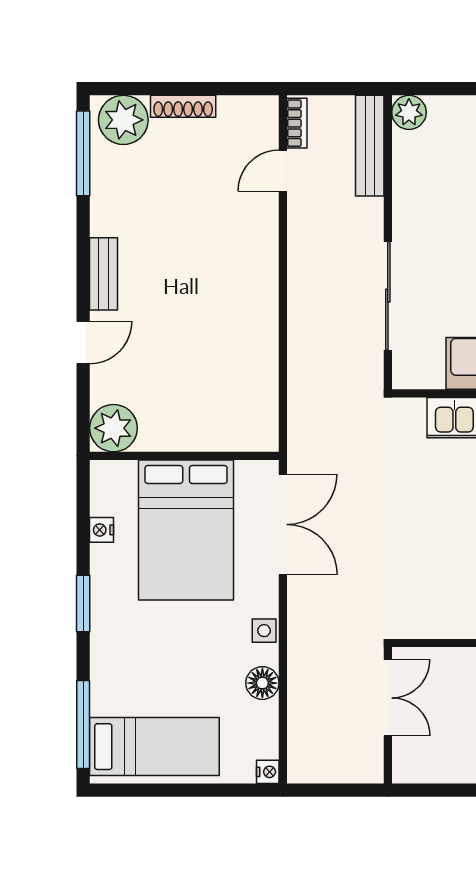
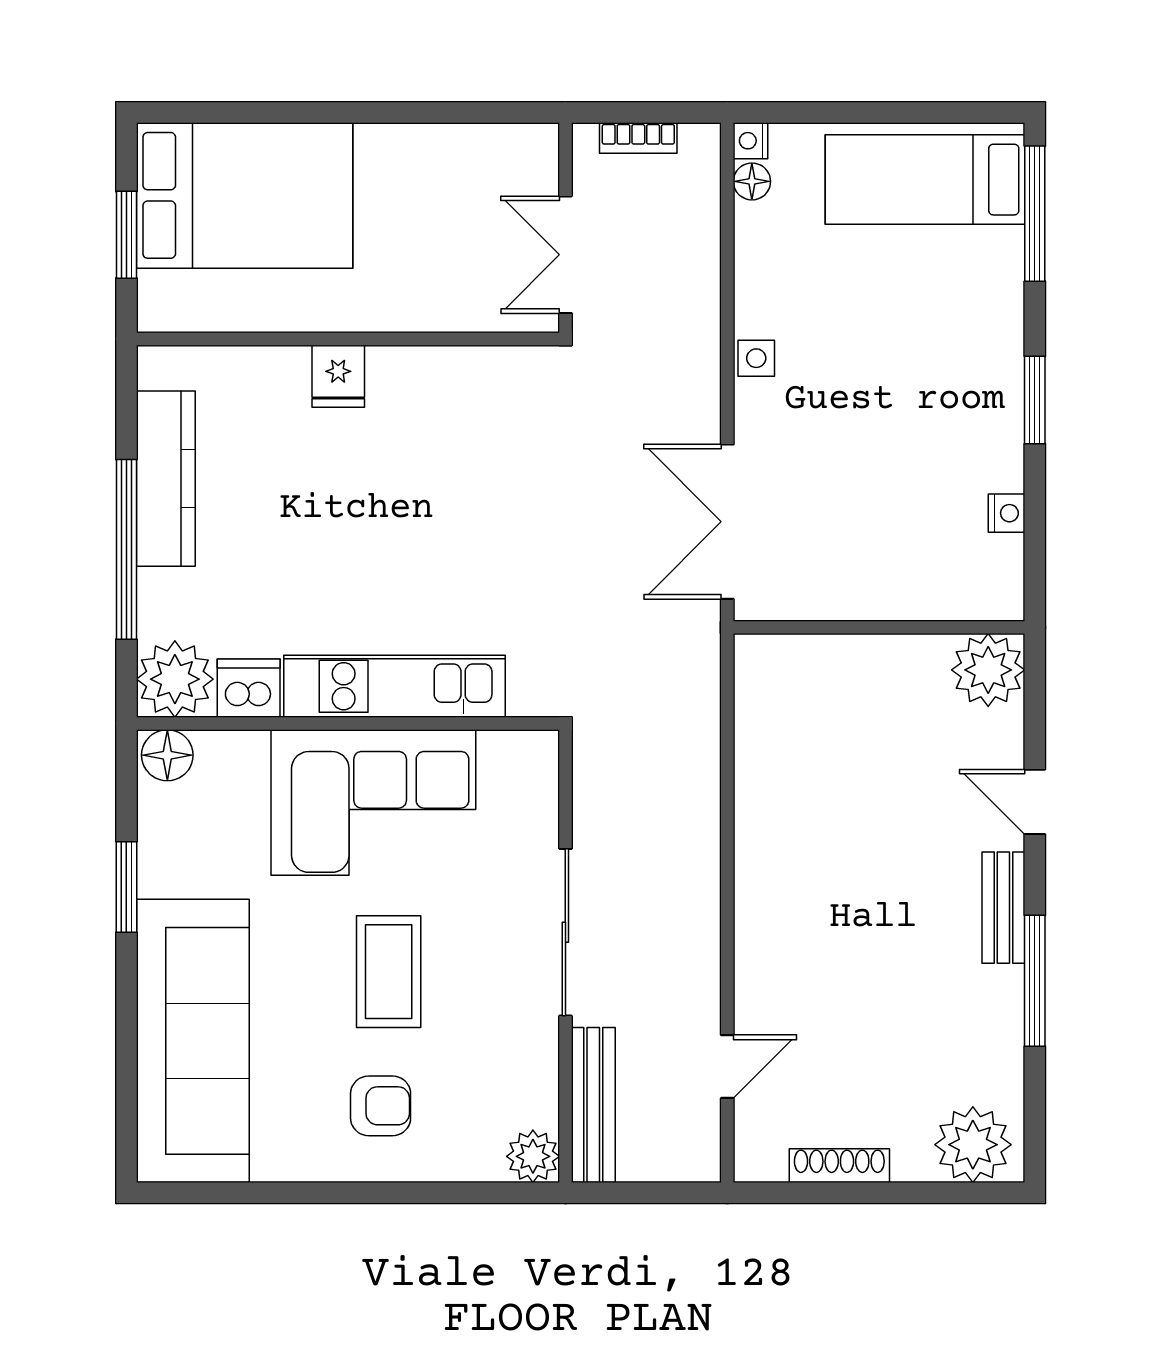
shoe rack: (183, 106) -> (839, 1166), moved
bookcase: (297, 123) -> (638, 138), moved, turned -90
window: (83, 153) -> (1035, 981), moved
sliding door: (388, 296) -> (565, 932), moved
door: (83, 343) -> (1035, 802), hinge flipped
bed: (186, 530) -> (876, 513), removed
floor lamp: (262, 683) -> (752, 181), moved, width x0.73, depth x0.73

